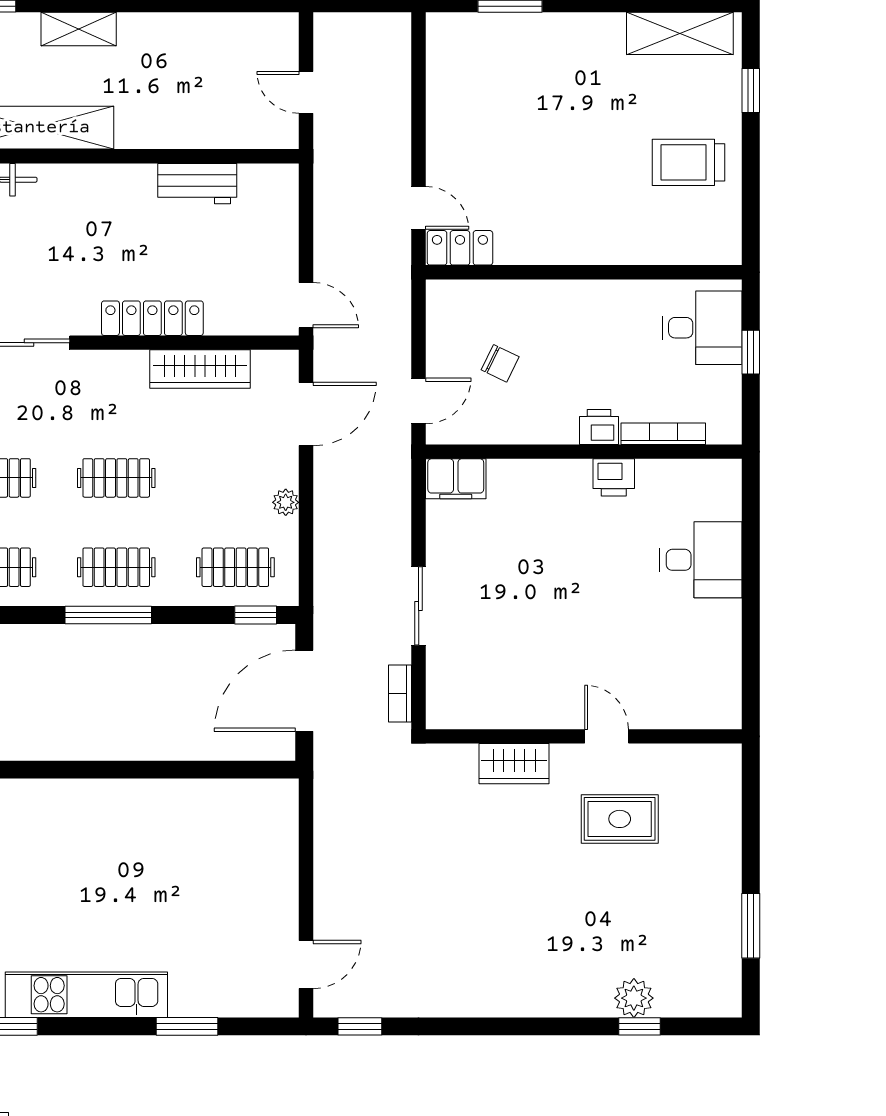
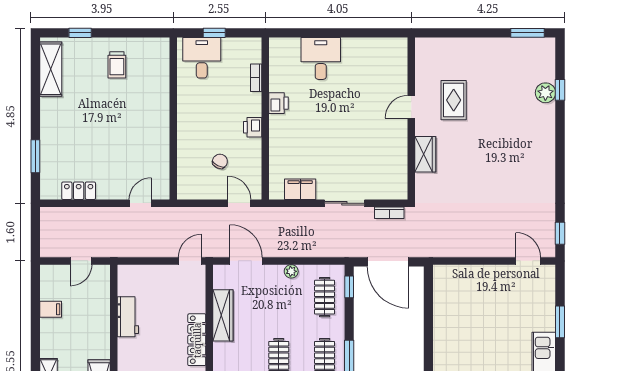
filing cabinet: (212, 33) -> (51, 309), added
trolley: (688, 162) -> (117, 65), width x0.73, depth x0.72
locker: (460, 248) -> (79, 191), moved, turned 90
printer: (599, 427) -> (253, 127), moved
bookcase: (663, 434) -> (256, 78), width x0.64
filing cabinet: (456, 479) -> (300, 189), moved, turned -90
window: (751, 926) -> (527, 33), moved

